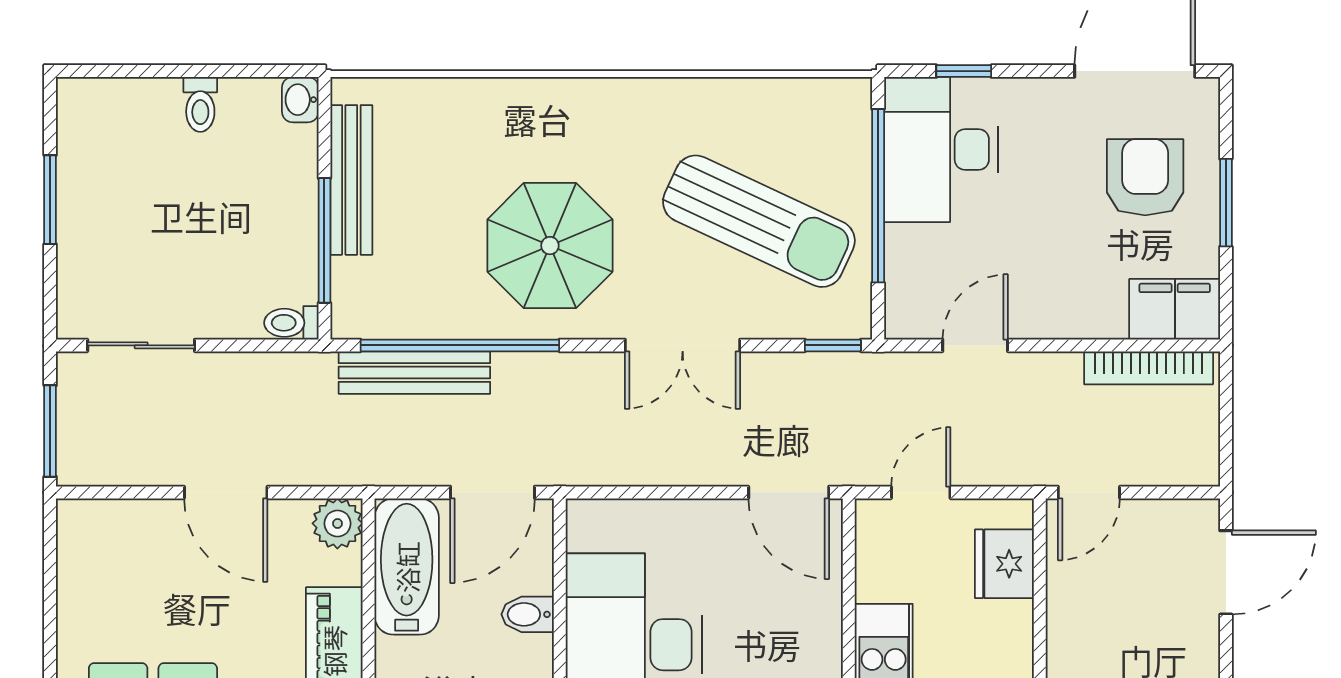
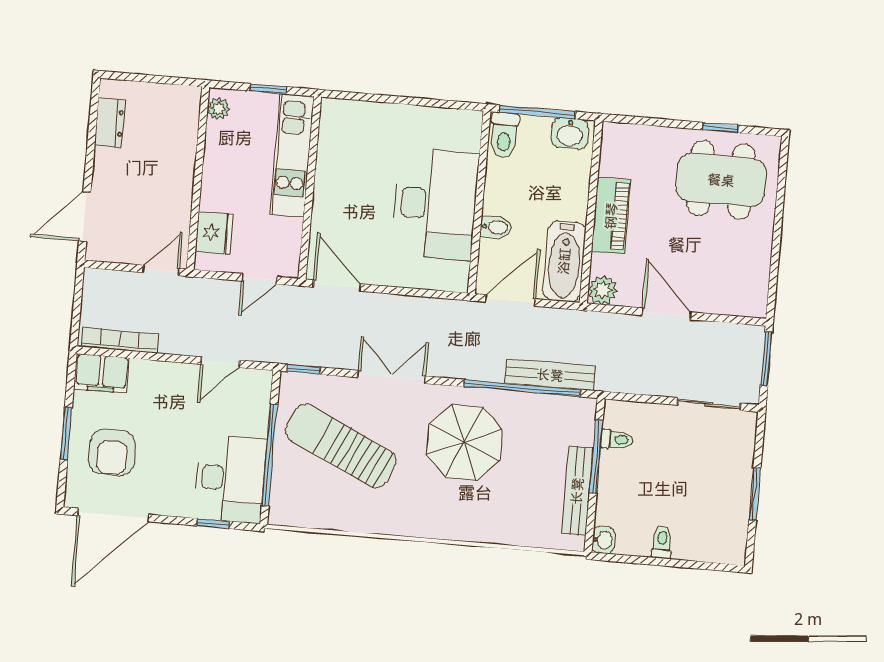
toilet: (291, 323) -> (617, 439), moved

